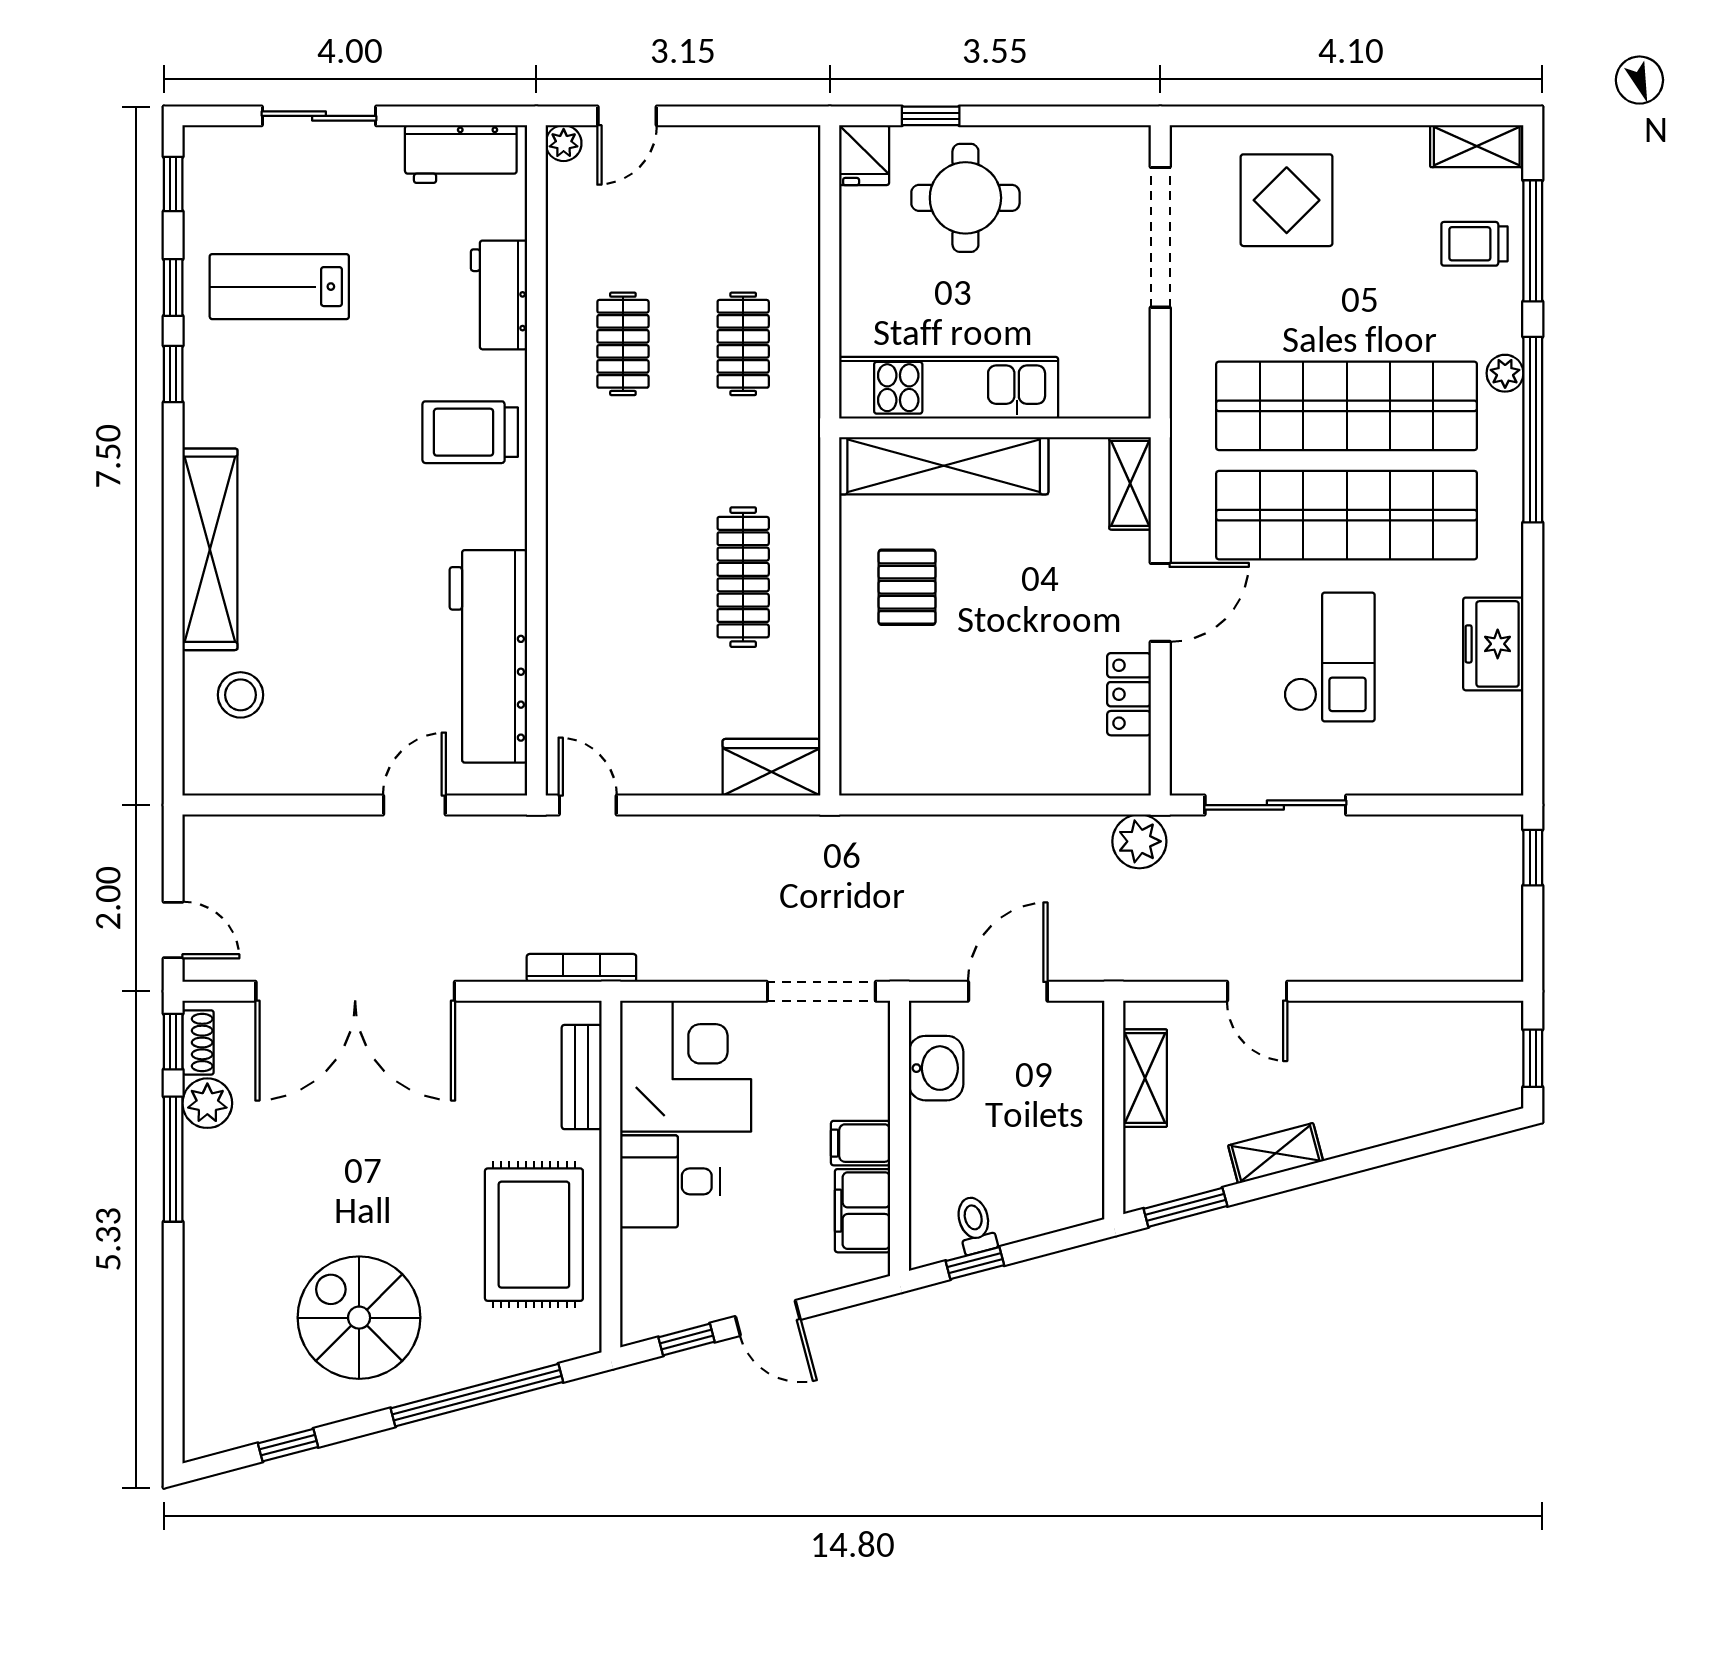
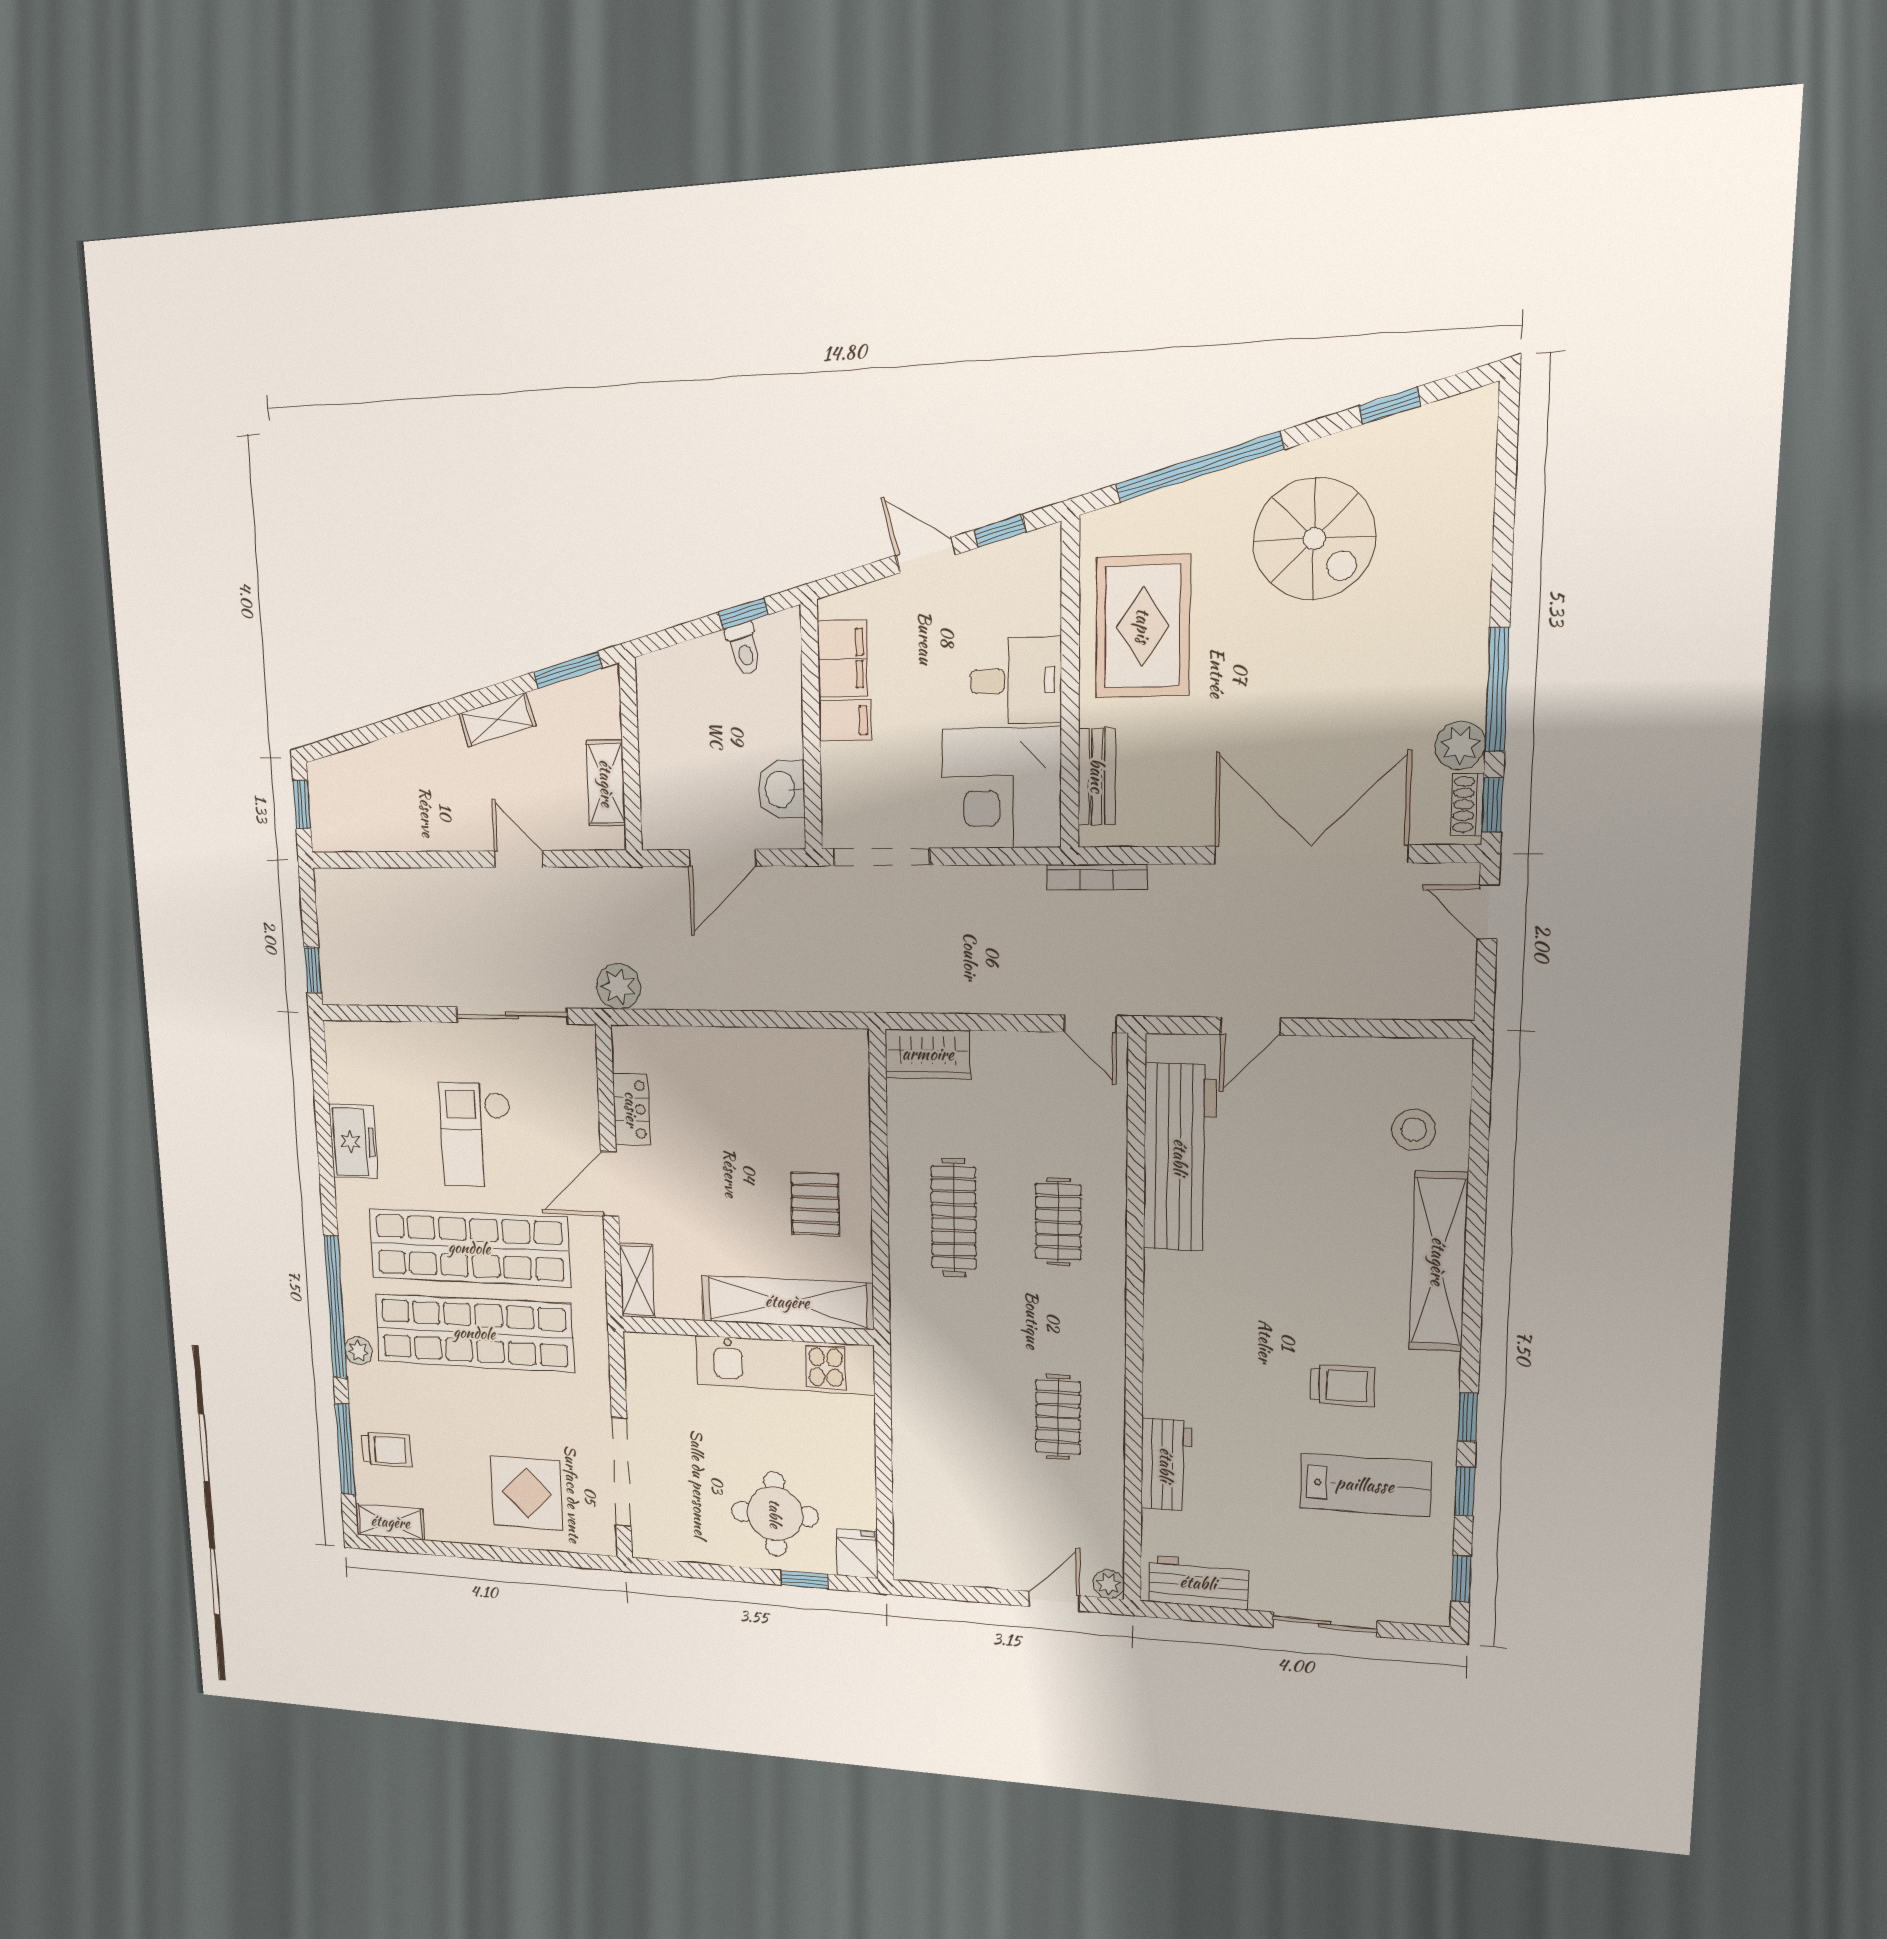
clothes rail: (743, 344) -> (1058, 1222), moved
trolley: (470, 432) -> (1342, 1386), moved, width x0.73, depth x0.72

